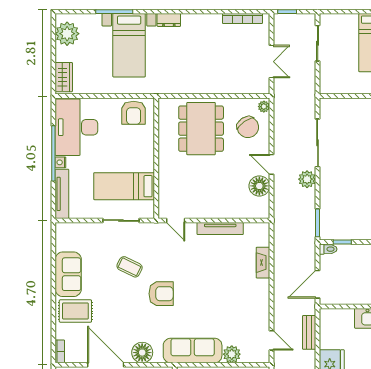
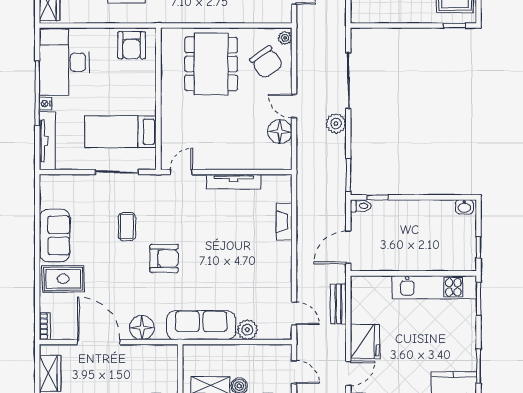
door: (176, 220) -> (181, 172), swing flipped
coffee table: (130, 267) -> (127, 227), turned 64

